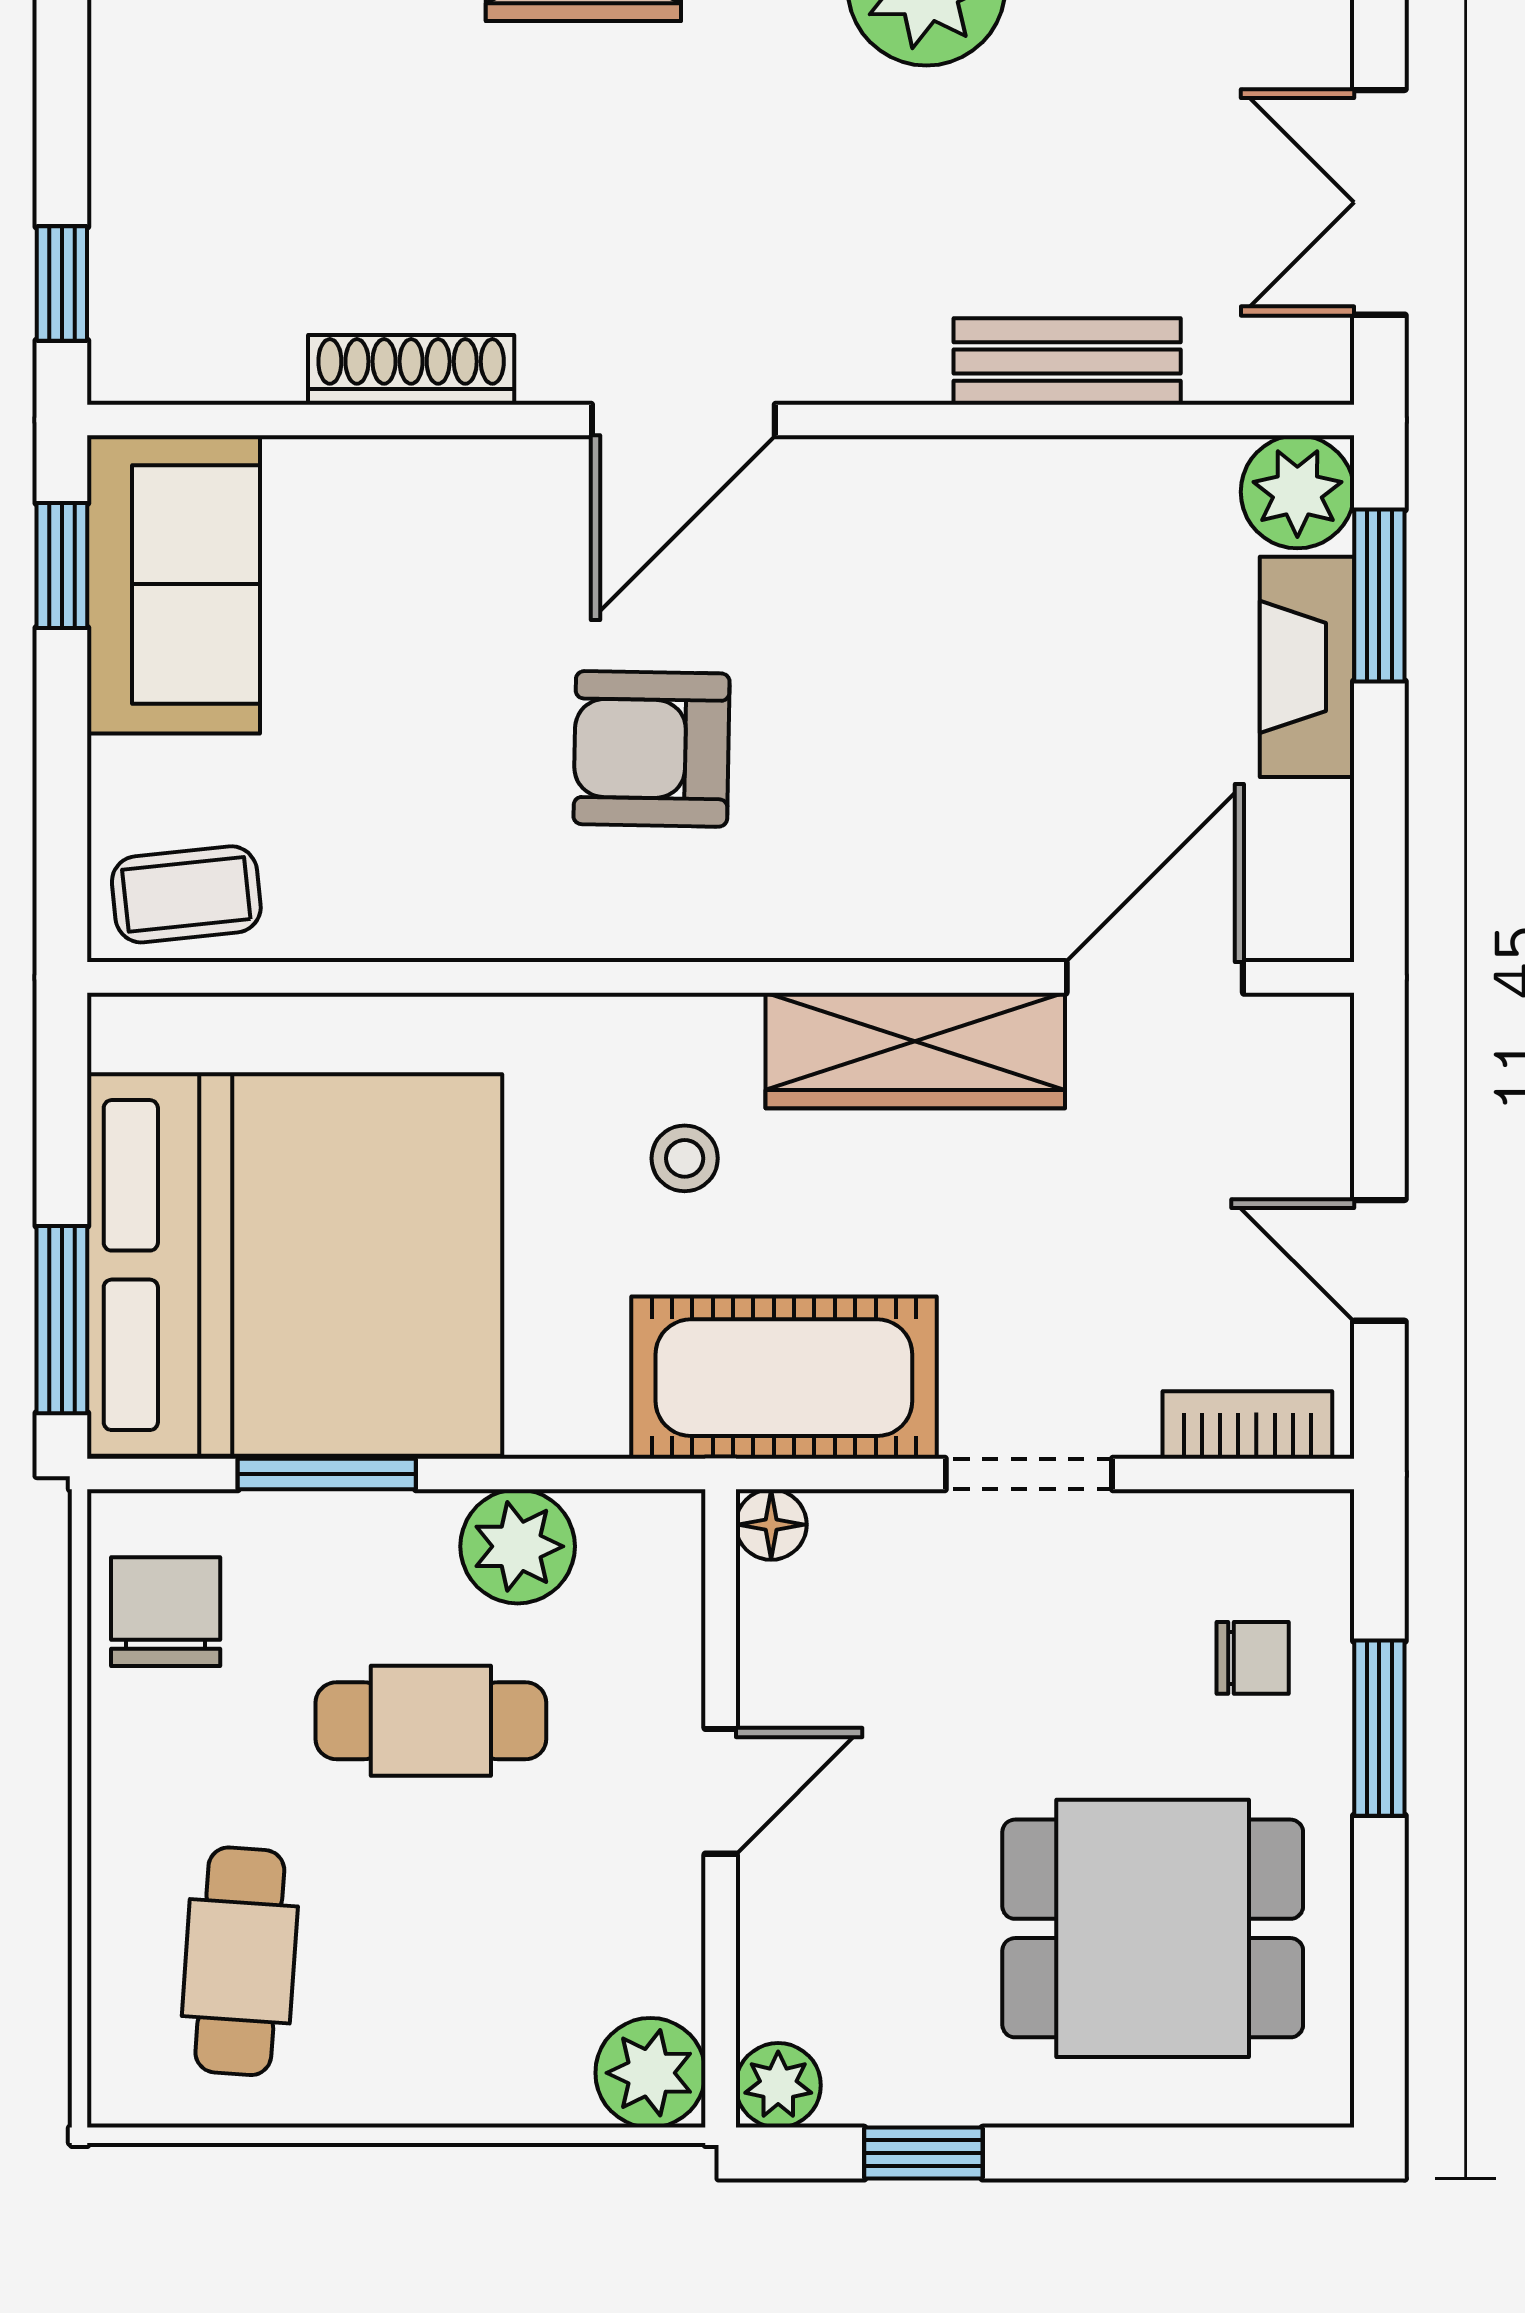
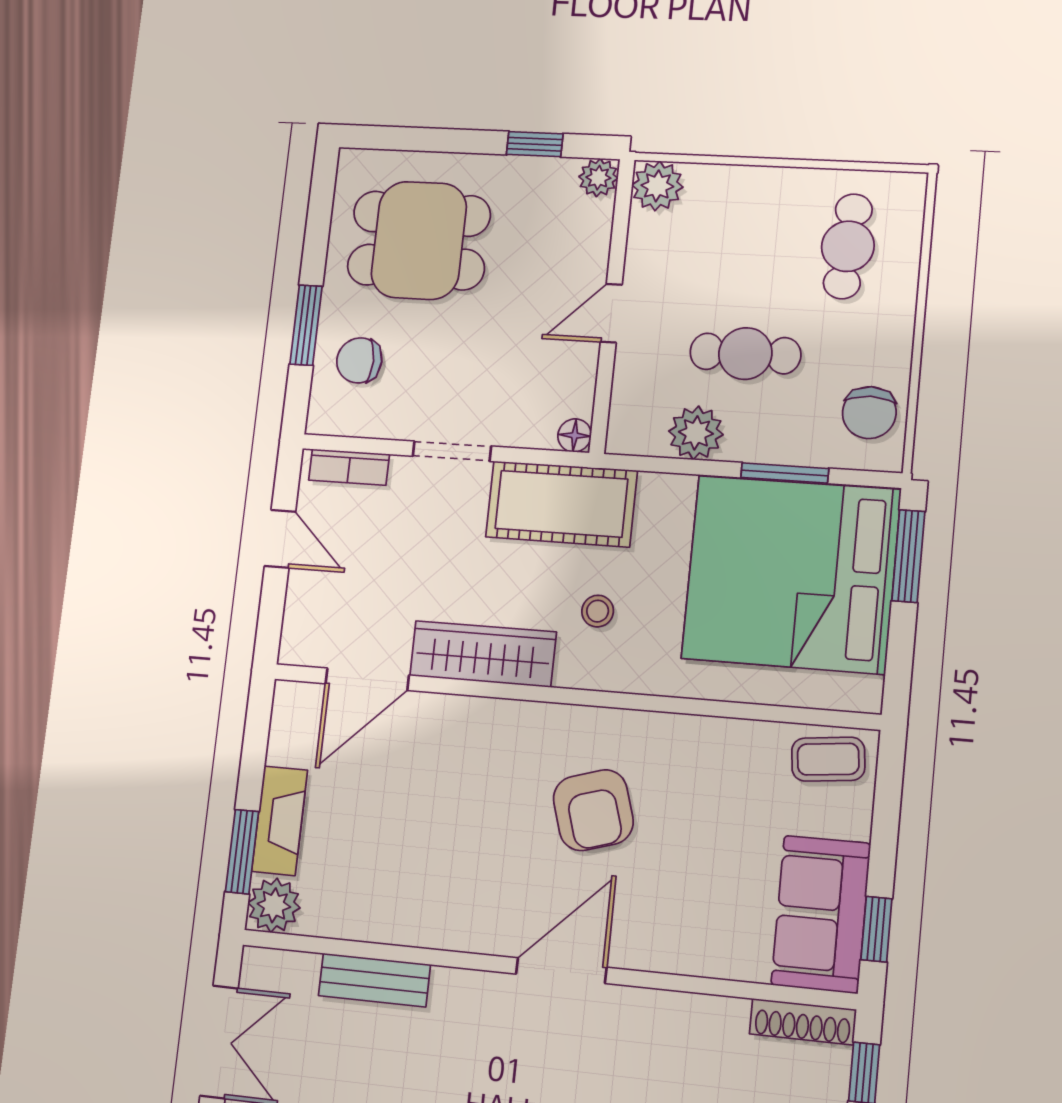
shoe rack: (411, 370) -> (803, 1022), moved
armchair: (652, 749) -> (593, 810), turned 72
chair: (1253, 1658) -> (359, 360), width x1.37, depth x1.37

